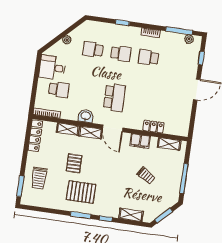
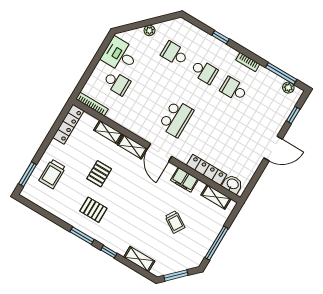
washbasin: (86, 116) -> (232, 184), moved
locker: (153, 127) -> (206, 170), width x1.53
pallet: (81, 192) -> (93, 210), width x0.67, depth x0.71

